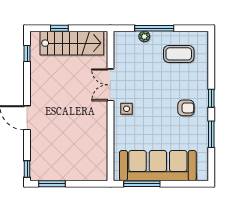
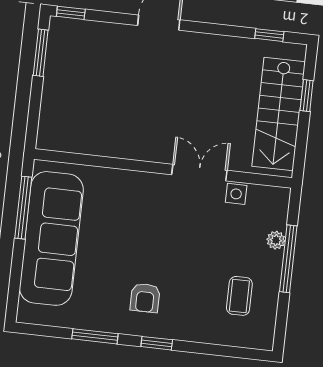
coffee table: (179, 54) -> (239, 296), width x0.73, depth x0.77
side table: (127, 109) -> (236, 194), moved

